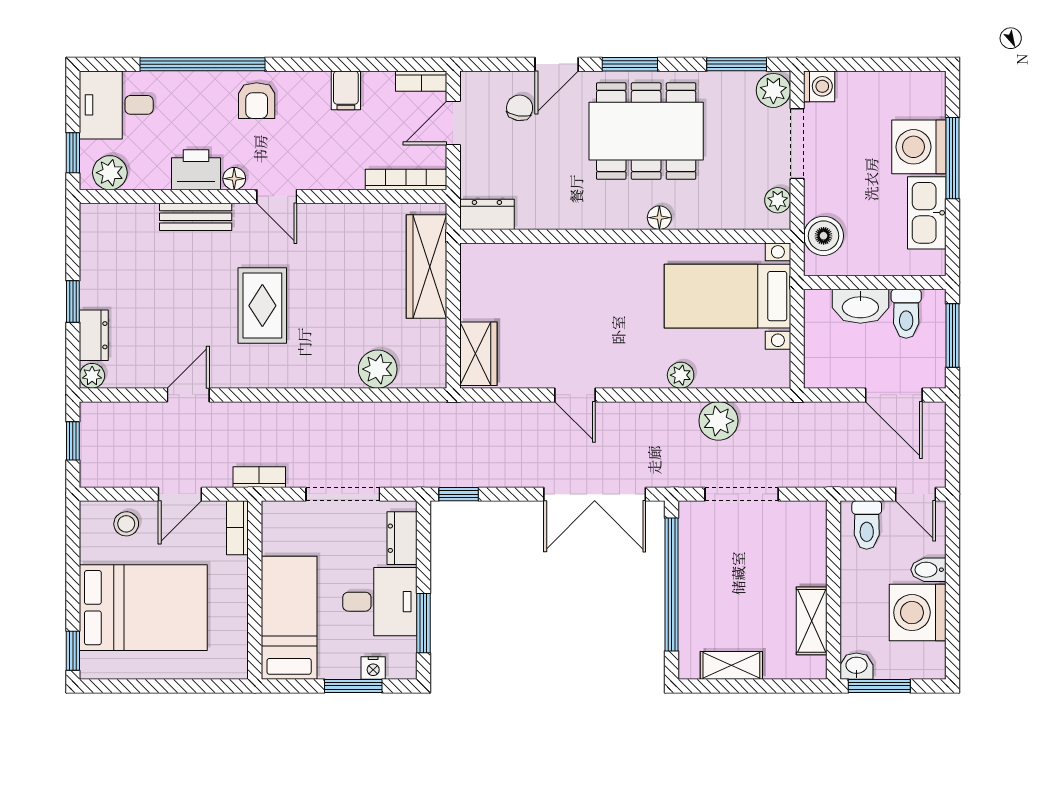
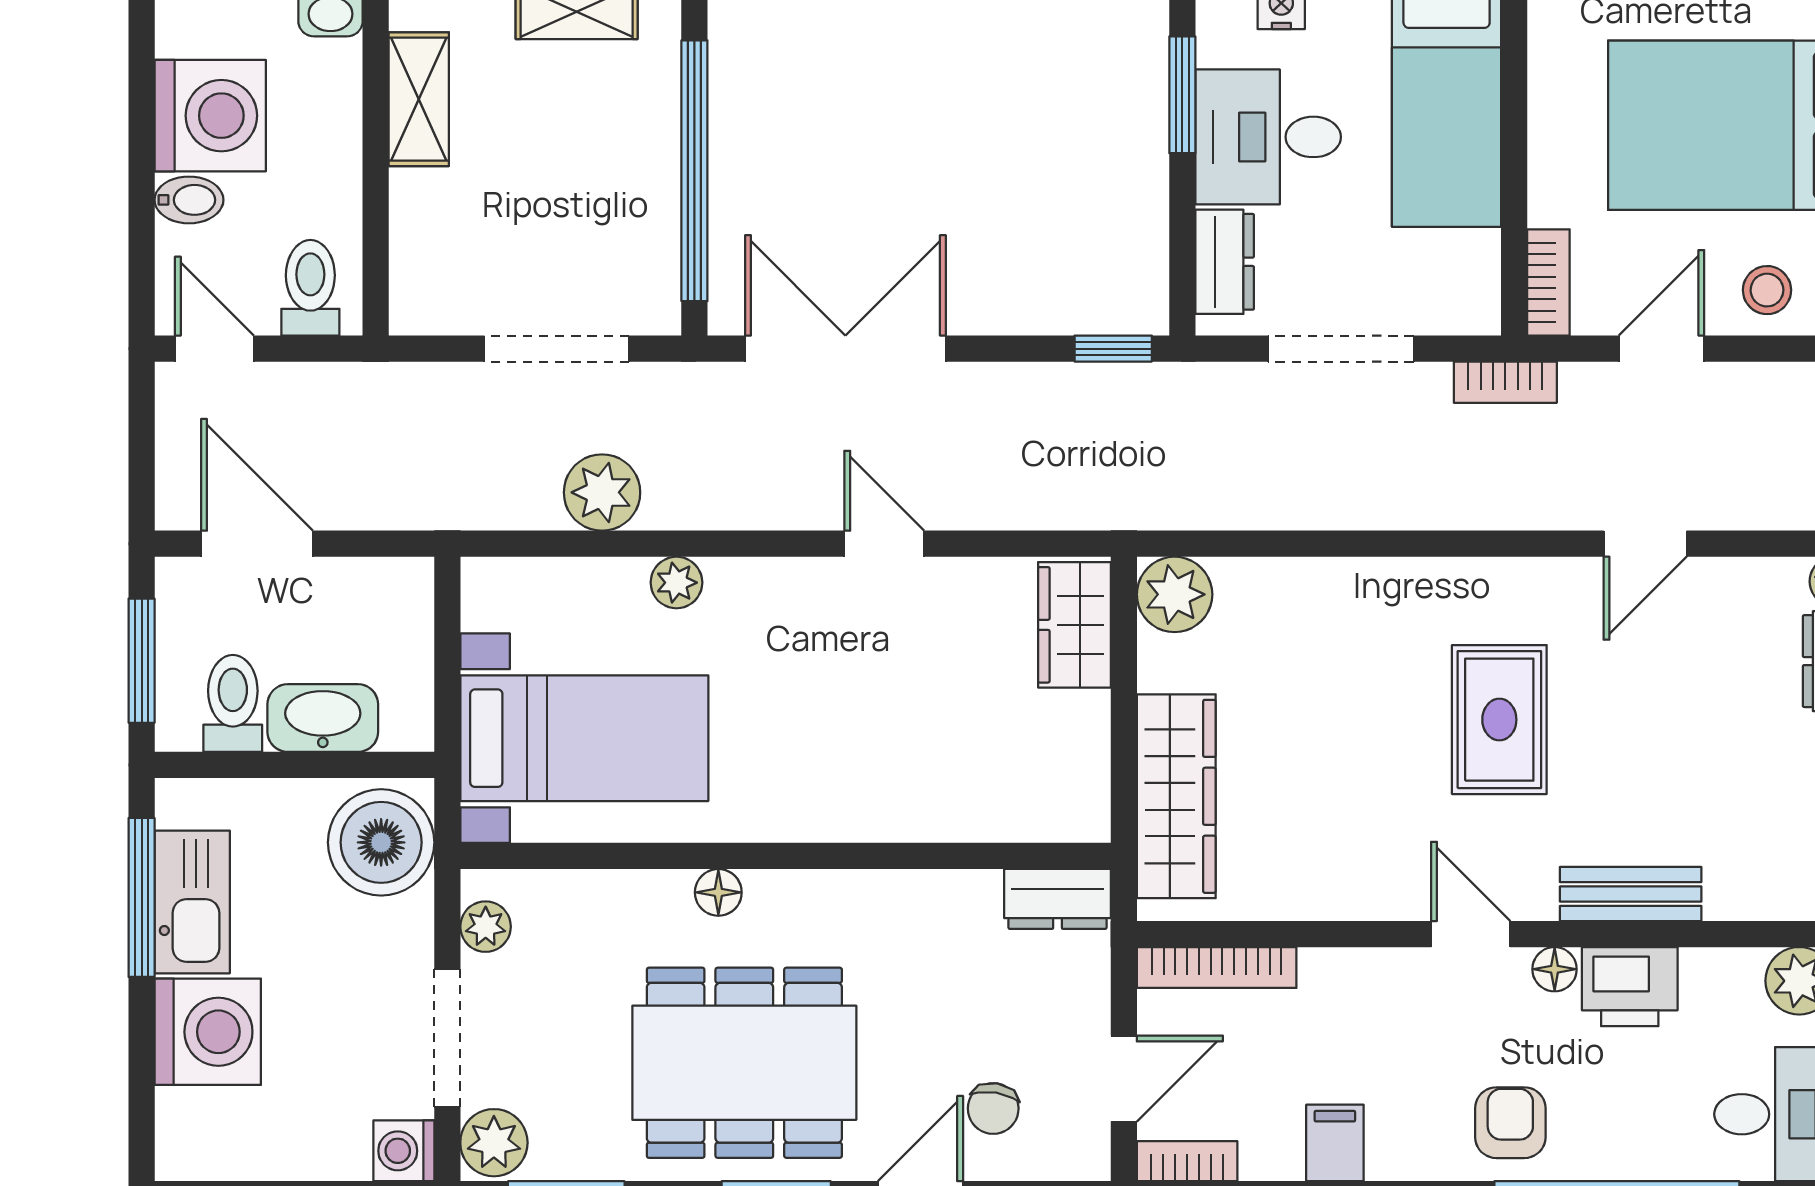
window: (953, 158) -> (142, 897), moved
boiler: (824, 236) -> (381, 842), width x1.37, depth x1.37
plant: (378, 369) -> (1175, 594), moved

